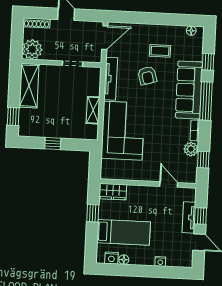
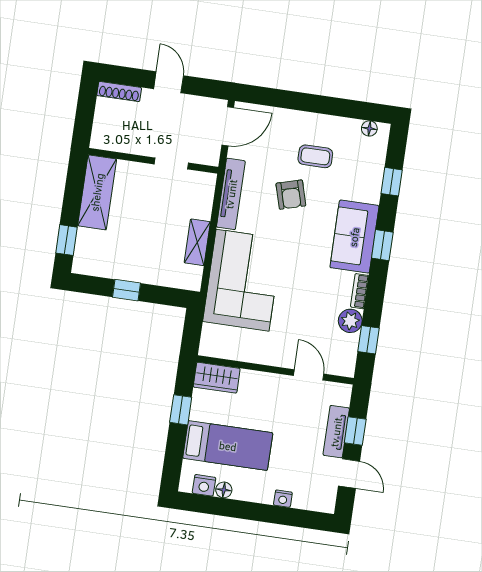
plant: (32, 49) -> (108, 134), removed
sofa: (189, 90) -> (354, 237), width x0.73
window: (206, 101) -> (382, 245), width x0.46

